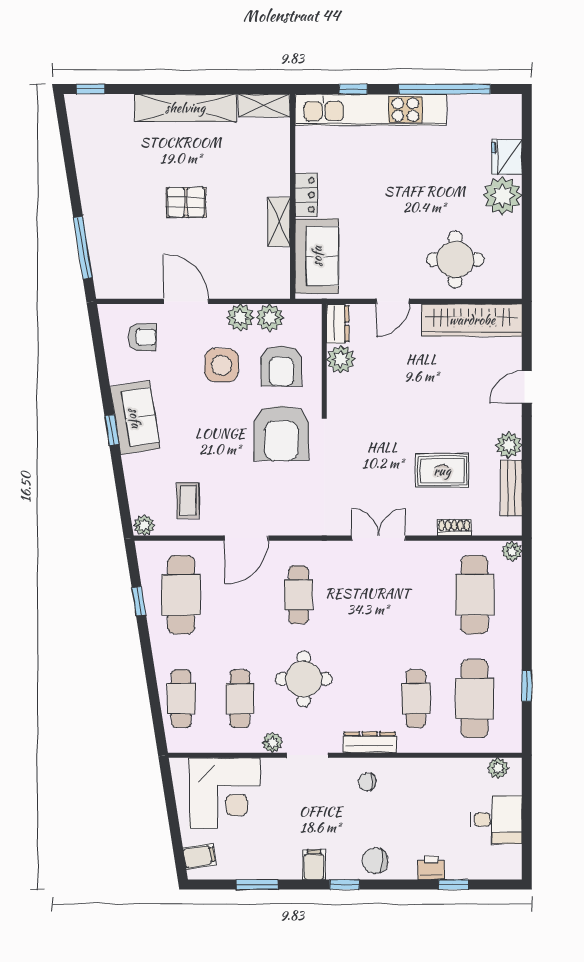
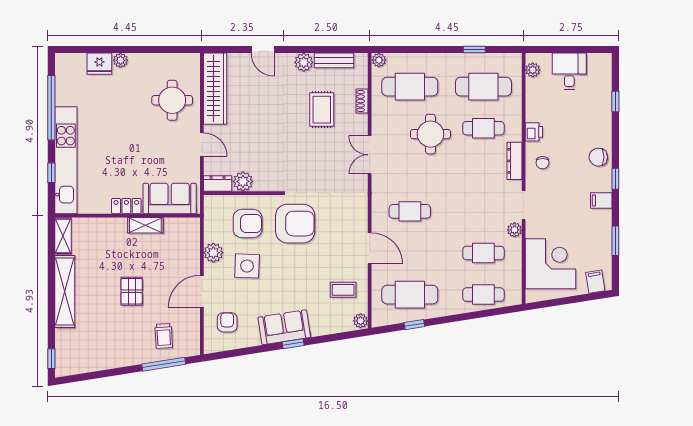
plant: (502, 196) -> (120, 60), width x0.53, depth x0.53
trolley: (123, 248) -> (164, 336), added
plant: (270, 318) -> (213, 232), removed
round table: (304, 679) -> (430, 134), moved
chair: (375, 861) -> (598, 157), turned 90
printer: (431, 868) -> (534, 132), moved, turned 180

